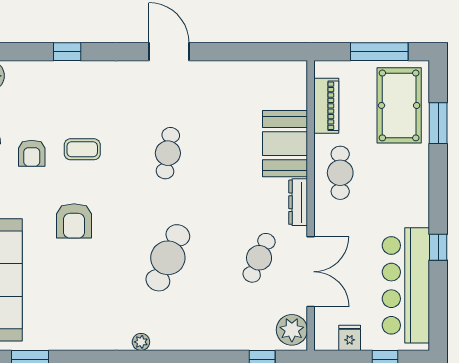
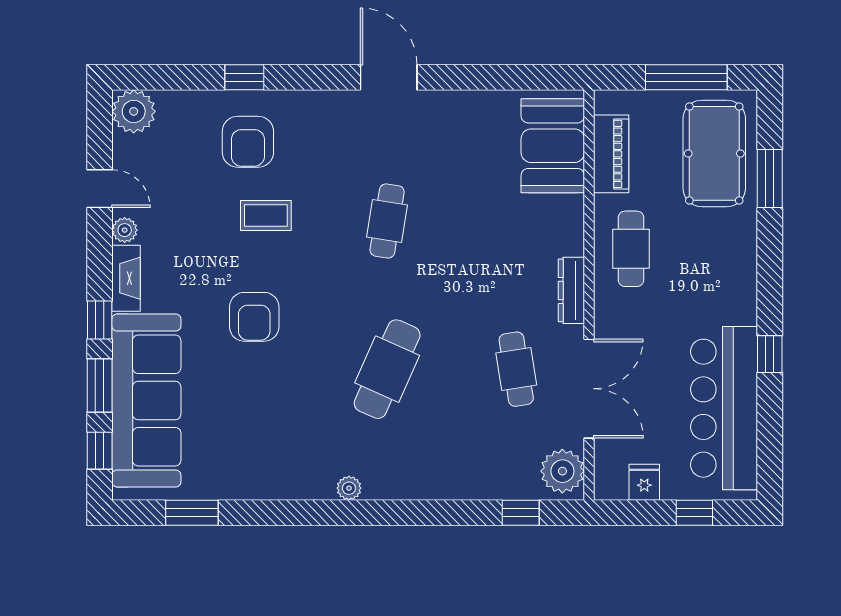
booth: (285, 144) -> (553, 146), moved
armchair: (32, 153) -> (248, 142), moved, width x1.38, depth x1.38
cafe table: (259, 258) -> (516, 369), turned -33

